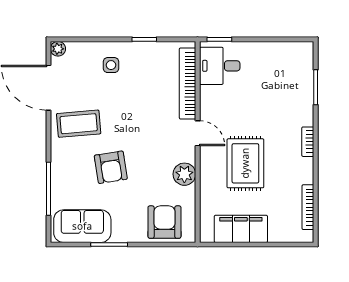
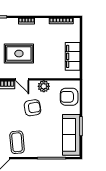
door: (198, 133) -> (22, 79), swing flipped
rug: (245, 163) -> (19, 54), moved
armchair: (111, 167) -> (33, 108), moved
sofa: (82, 226) -> (71, 135), width x1.36

